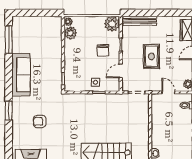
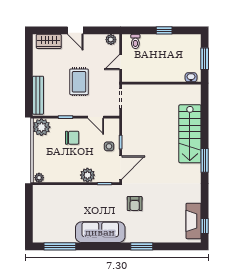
plant: (70, 33) -> (87, 175), moved
rug: (151, 56) -> (79, 82), turned 90
door: (77, 92) -> (121, 168), added
armchair: (40, 122) -> (135, 204), moved

